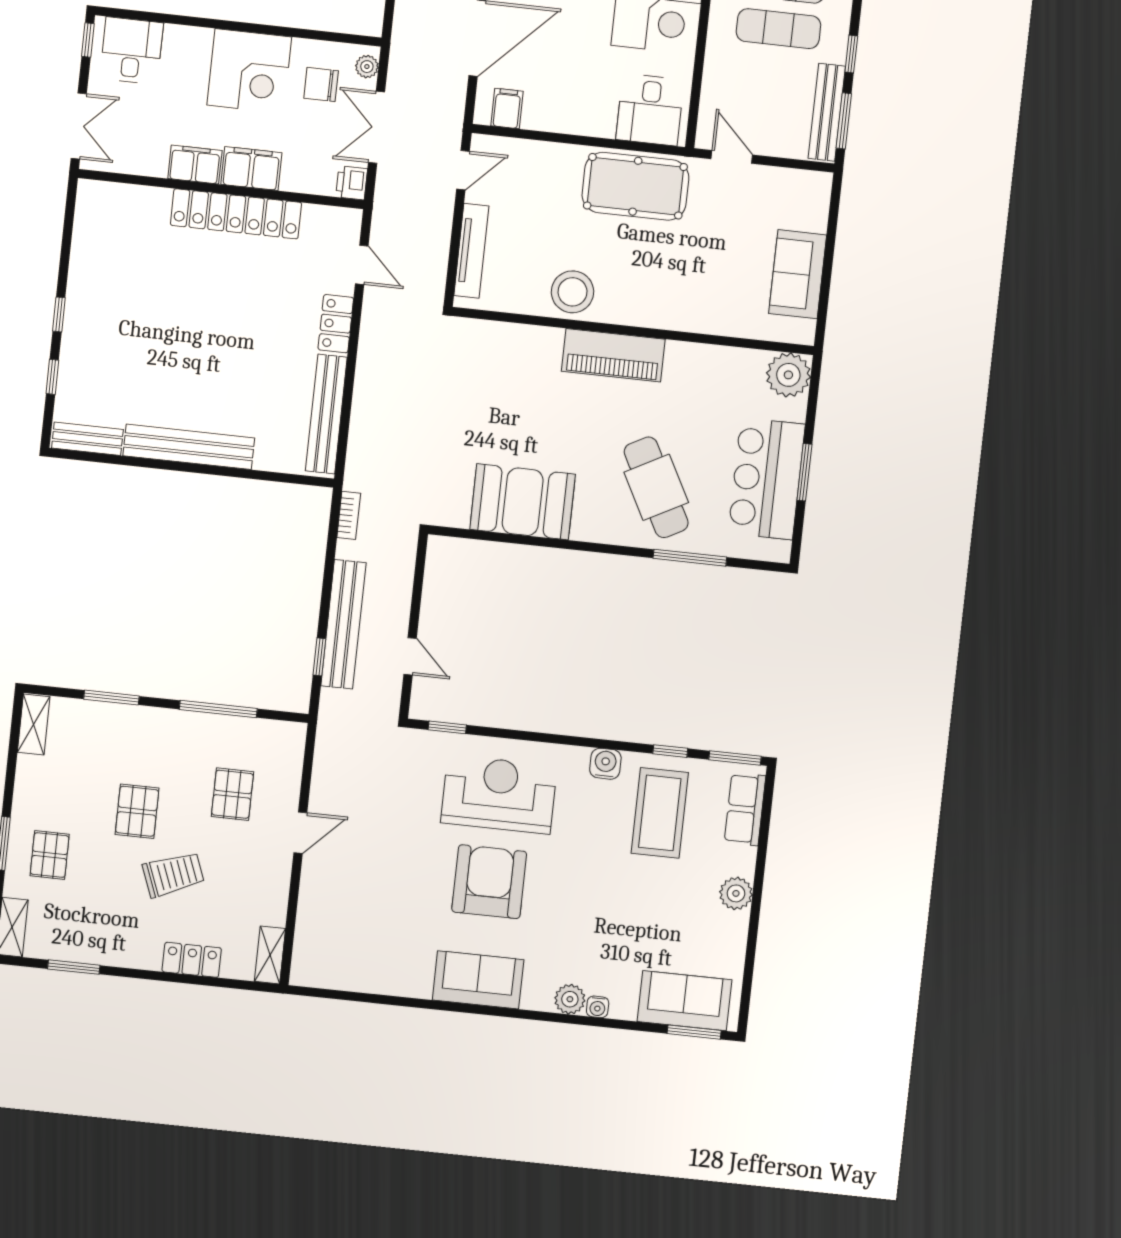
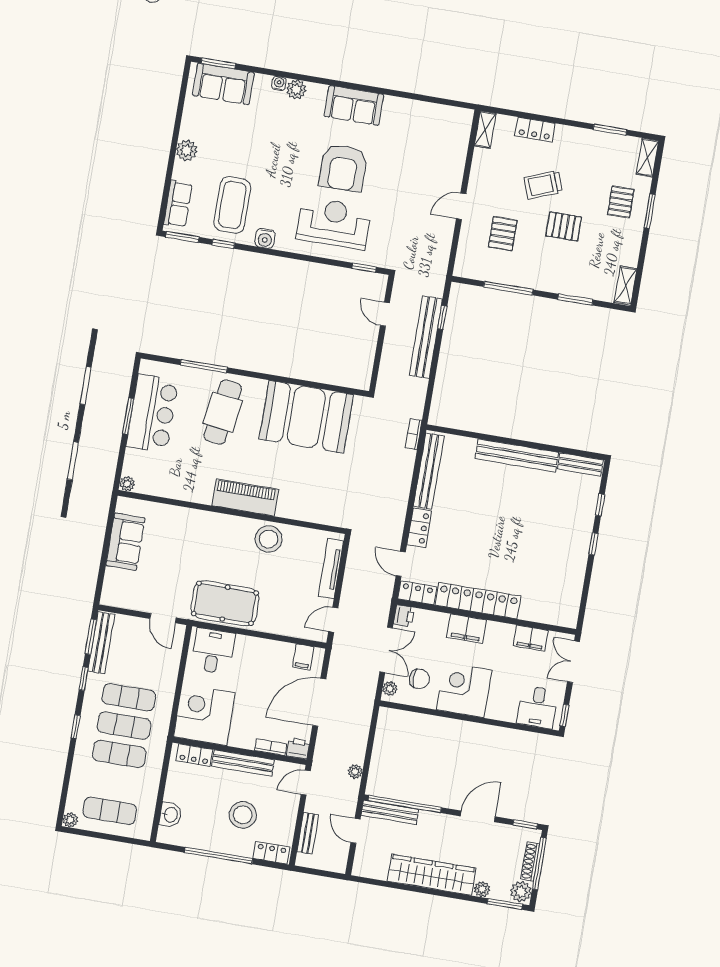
filing cabinet: (195, 164) -> (531, 638), moved
locker: (333, 220) -> (417, 593), added
plant: (788, 375) -> (127, 484), width x0.53, depth x0.53
cafe table: (656, 487) -> (223, 412), turned 36
booth: (523, 502) -> (306, 417), width x1.36, depth x1.42
bookcase: (349, 515) -> (414, 434), moved
reception desk: (499, 794) -> (334, 223), turned 180
pallet: (137, 811) -> (564, 226), turned 90

